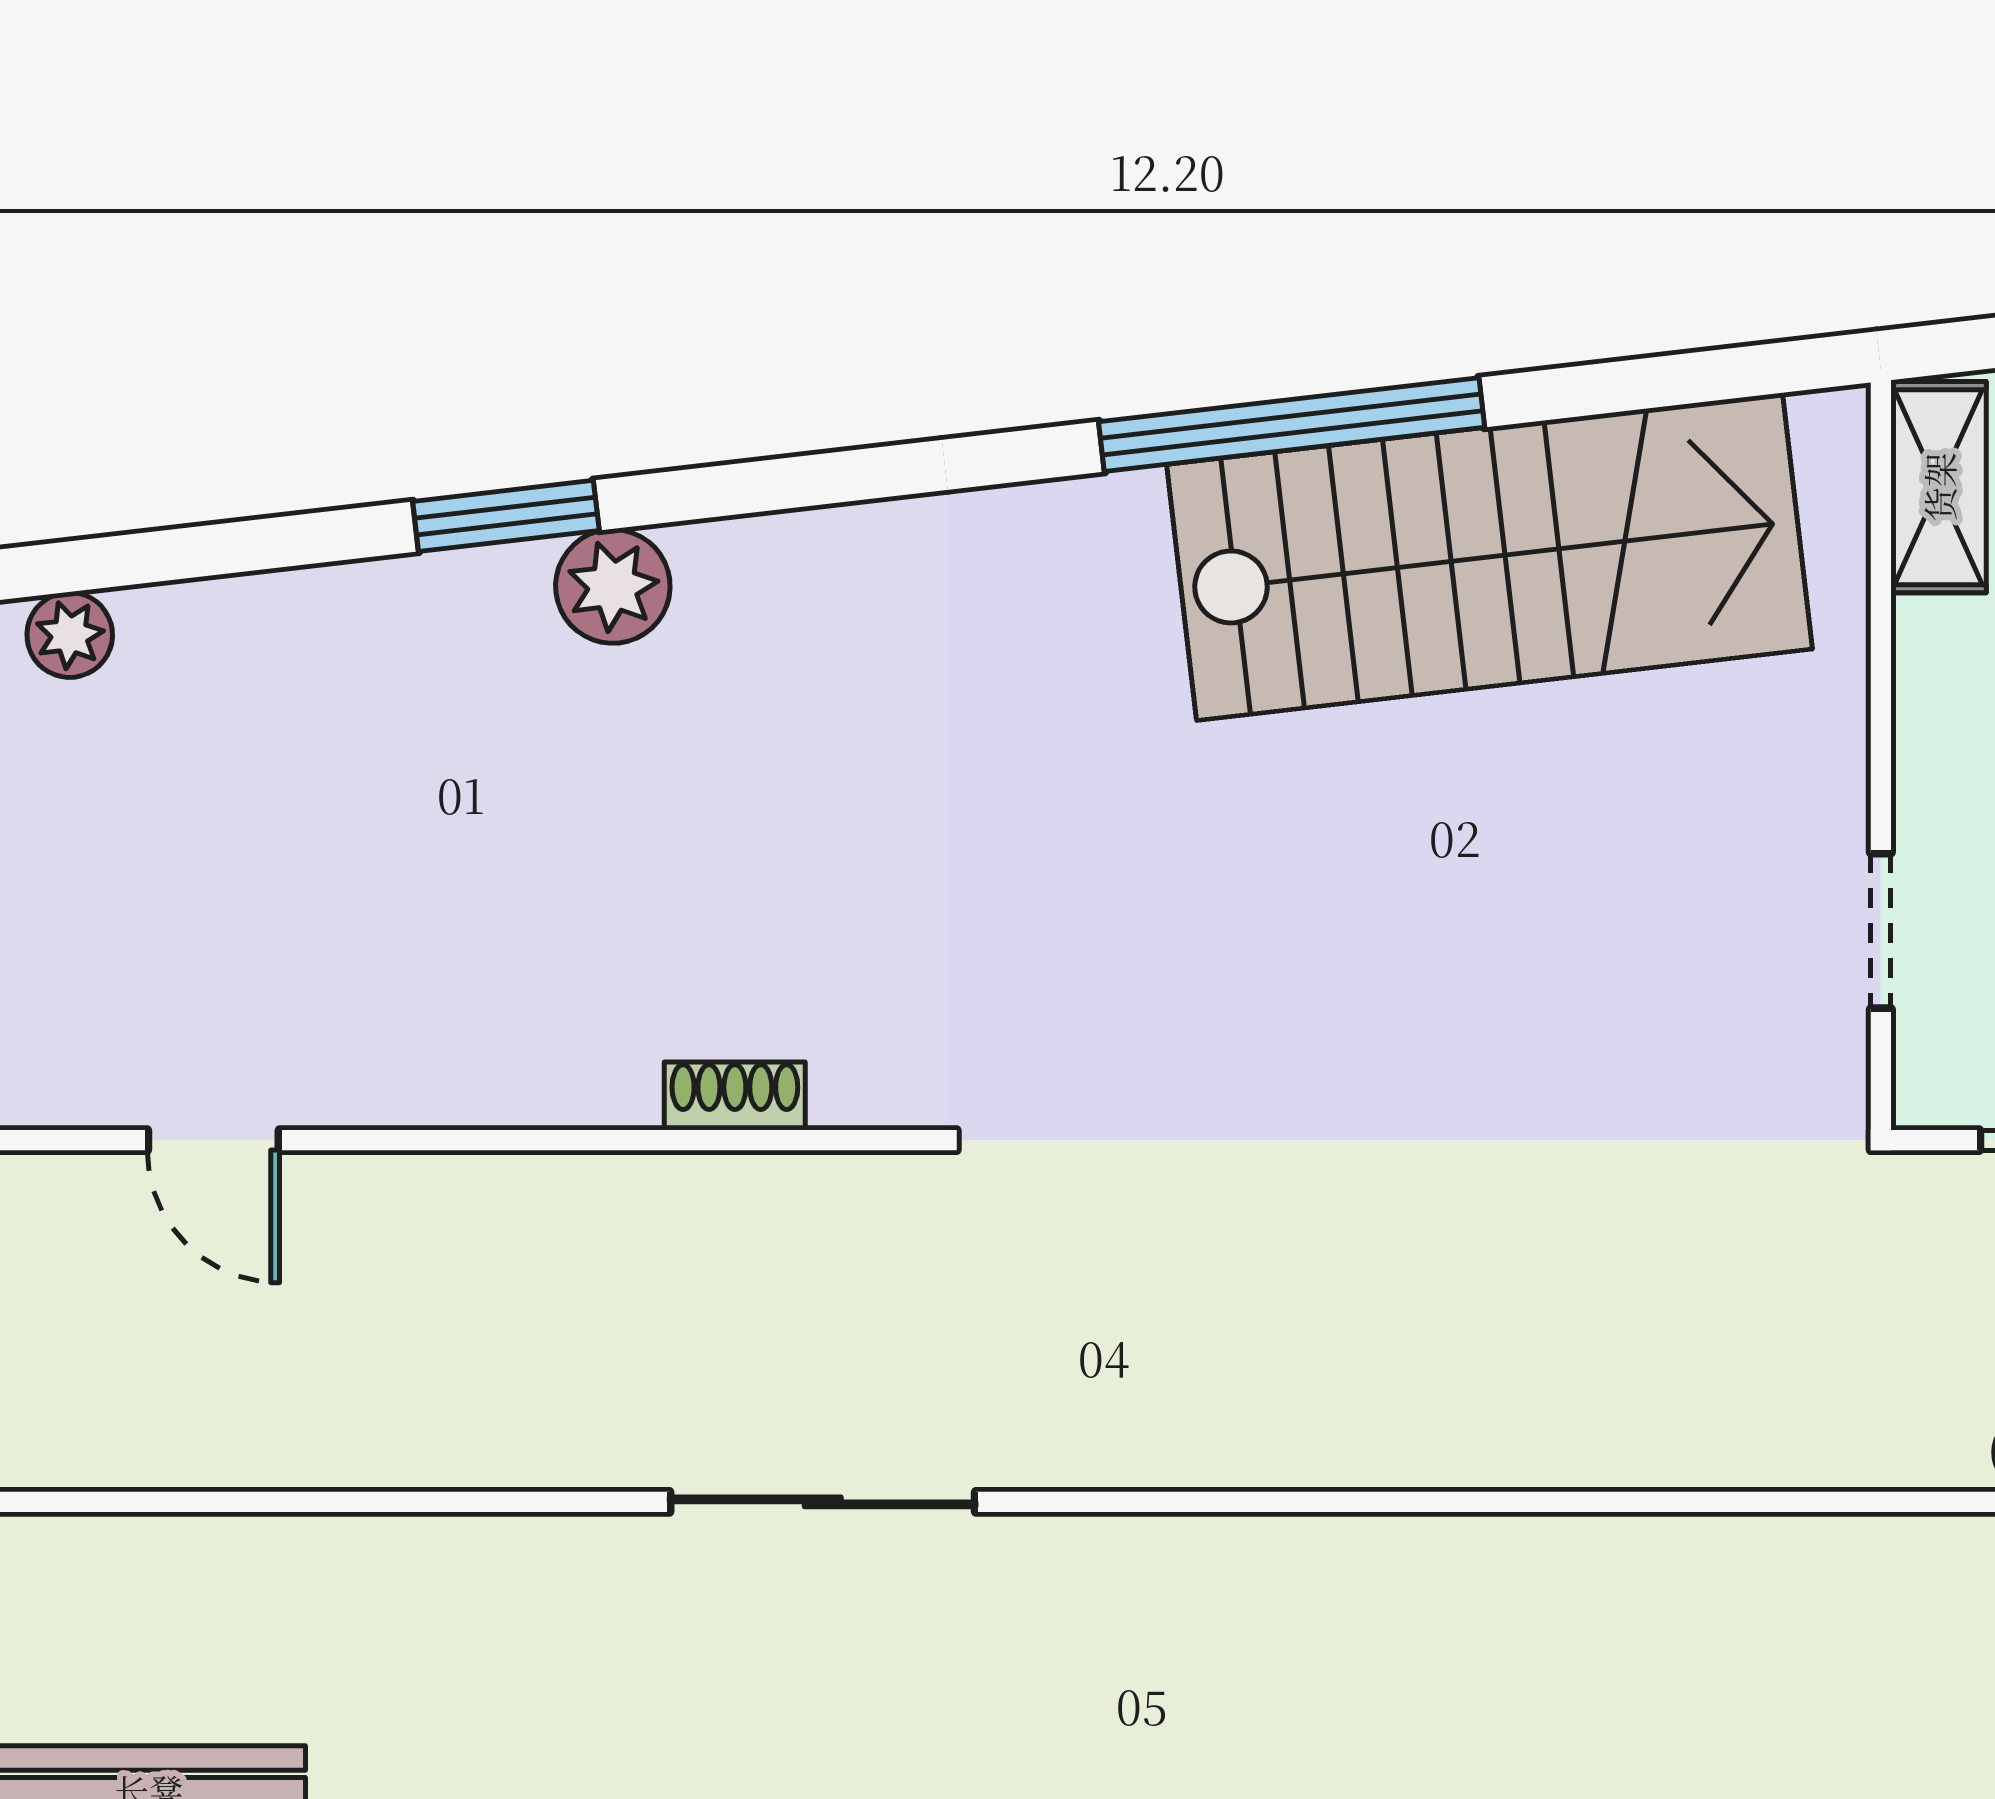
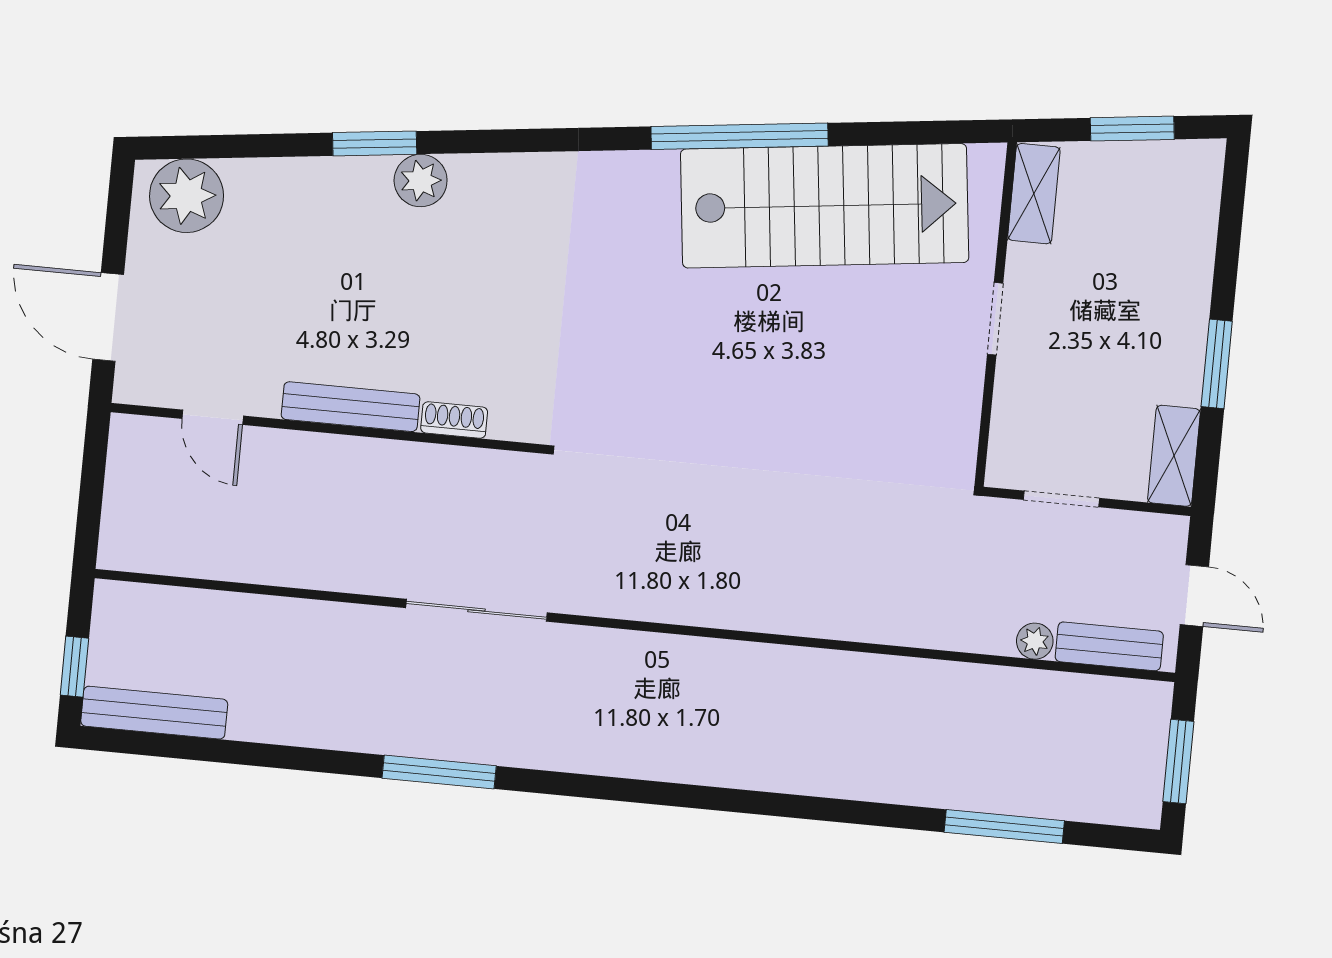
plant: (70, 635) -> (187, 196), width x1.88, depth x1.88
doorway: (1881, 931) -> (995, 319), moved
bench: (509, 1089) -> (351, 407), added

